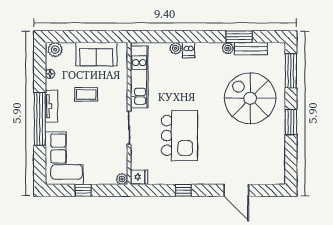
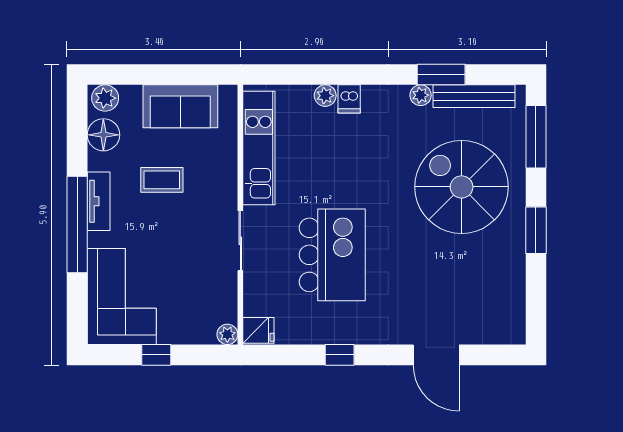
bench: (251, 49) -> (474, 96), width x1.36
floor lamp: (50, 74) -> (103, 135), width x1.89, depth x1.89

